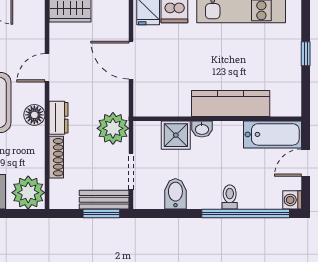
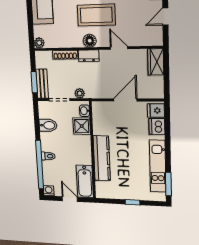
plant: (113, 128) -> (80, 93), width x0.53, depth x0.53
washbasin: (202, 129) -> (85, 111), moved
plant: (28, 193) -> (39, 43), width x0.53, depth x0.53

